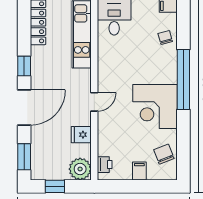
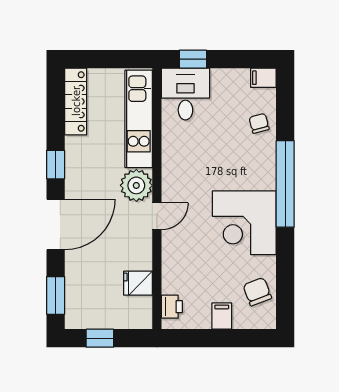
fridge: (81, 135) -> (138, 283), moved
plant: (80, 169) -> (136, 185), moved

